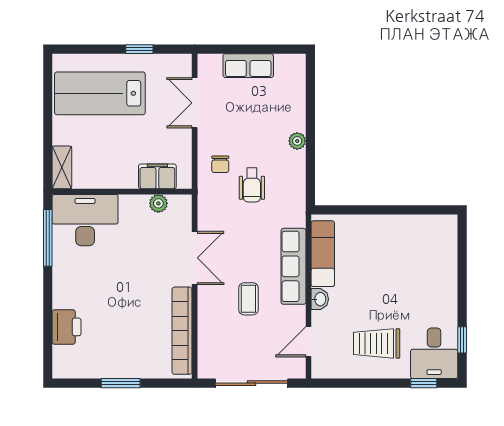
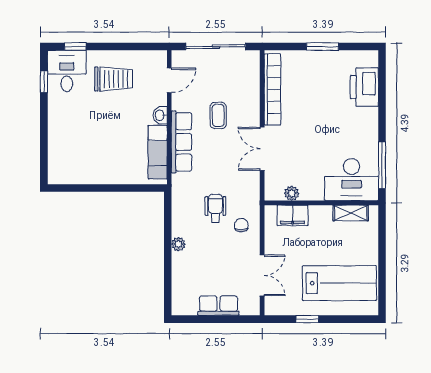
shelving: (62, 167) -> (351, 213), moved, turned 90
printer: (67, 327) -> (364, 87), width x1.37, depth x1.19

